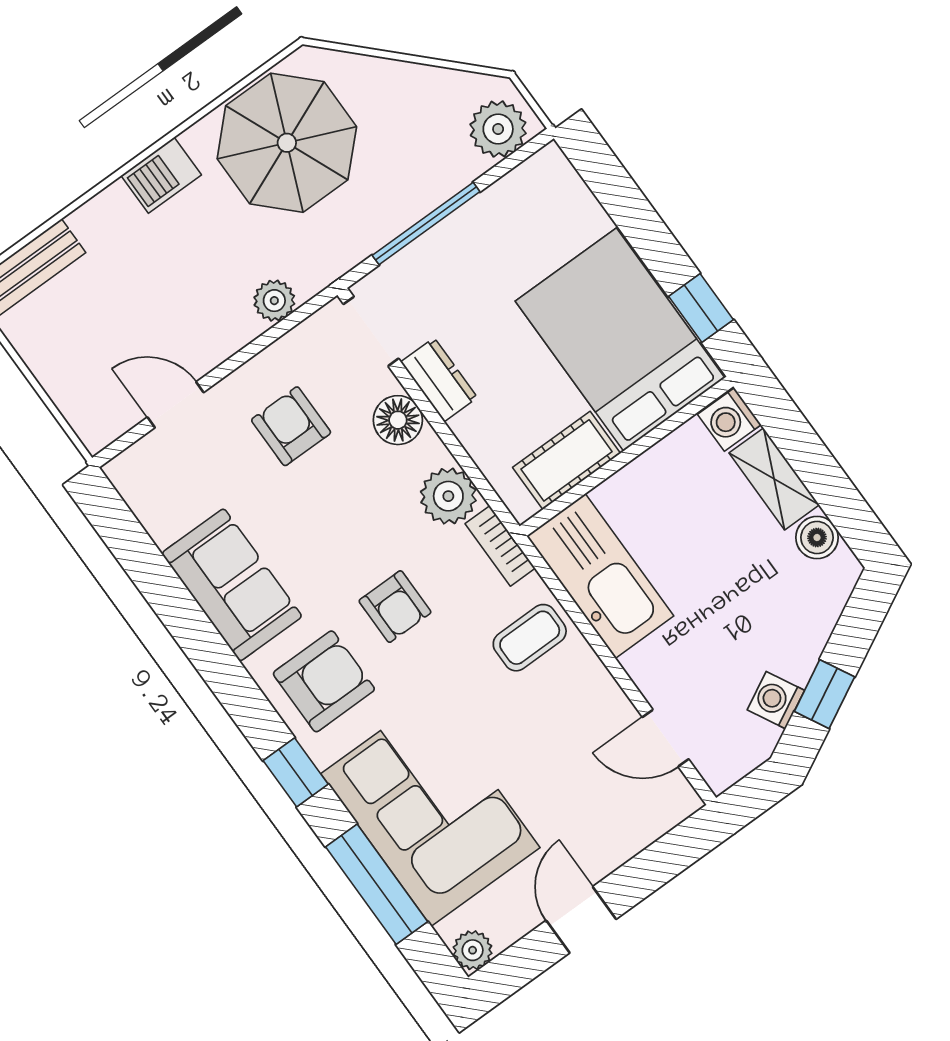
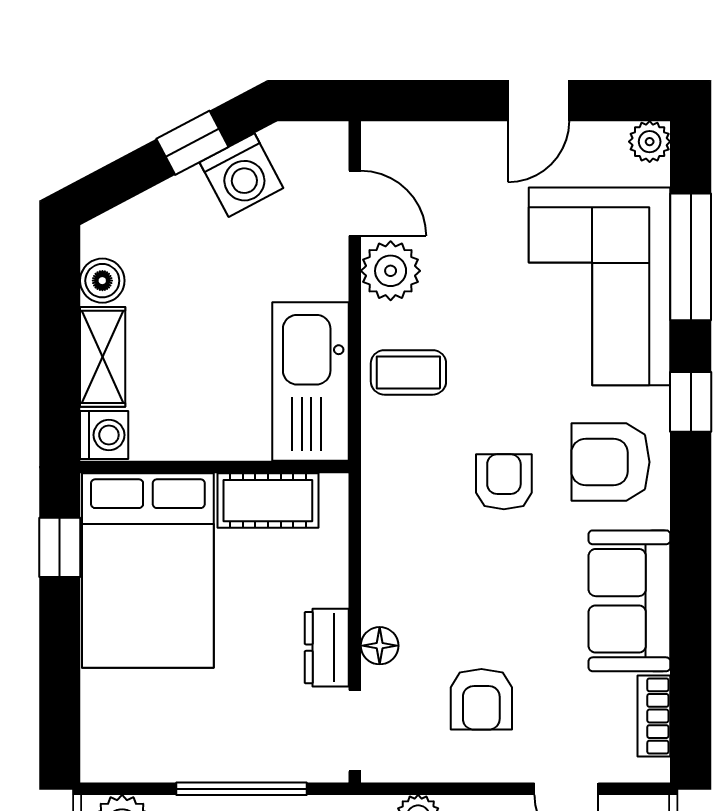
floor lamp: (398, 420) -> (380, 646), width x0.73, depth x0.73
plant: (448, 496) -> (391, 271), moved
bookcase: (500, 546) -> (654, 716), moved, turned 180
washing machine: (776, 700) -> (241, 175), width x1.38, depth x1.38

